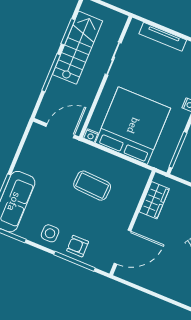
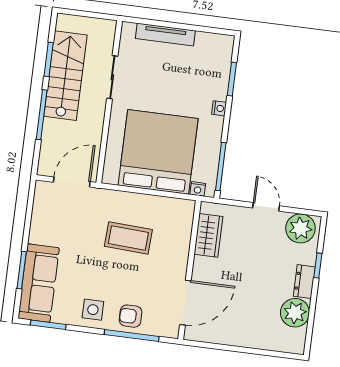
nightstand: (91, 136) -> (198, 189), moved

